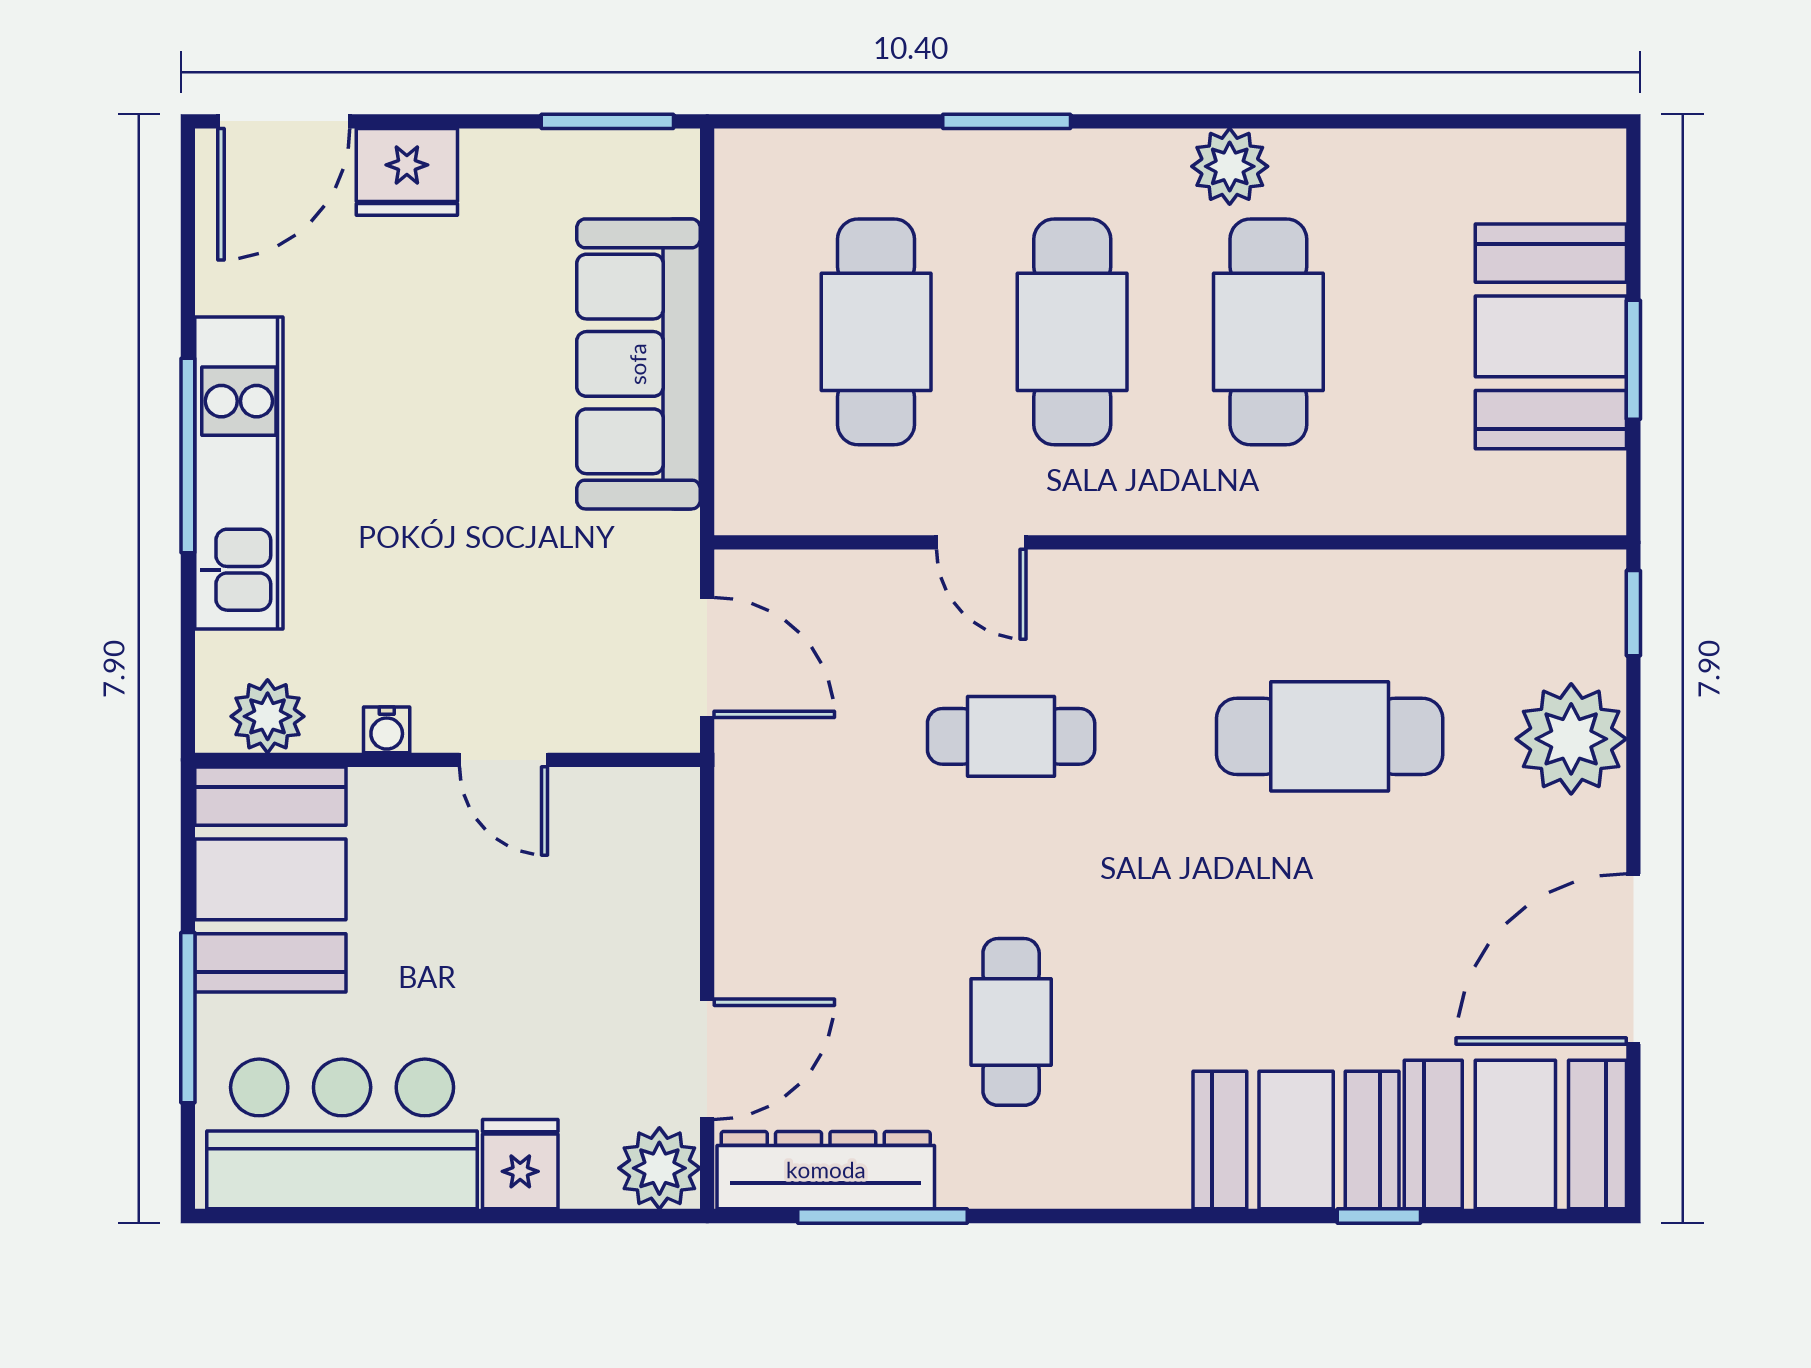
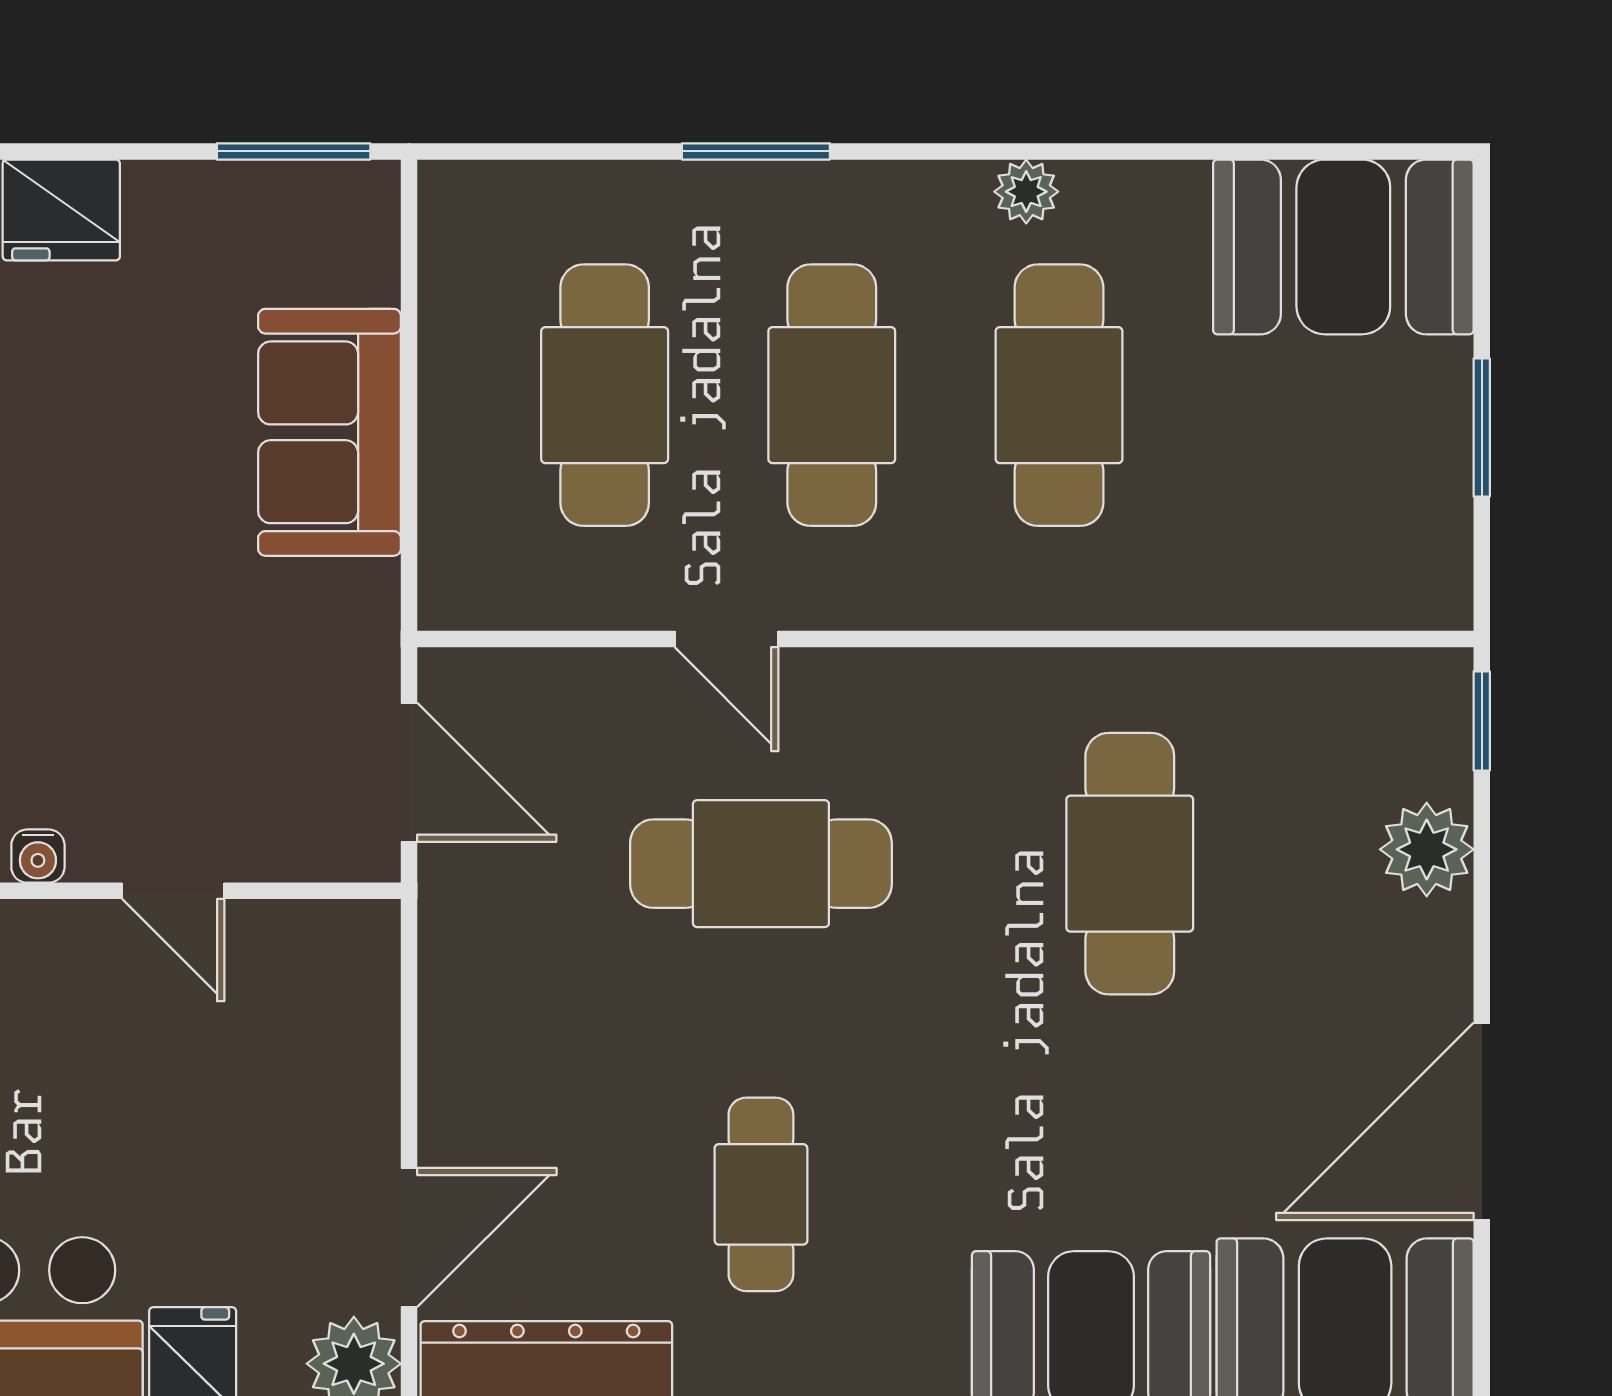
plant: (1230, 166) -> (1026, 192), width x0.73, depth x0.73
booth: (1551, 336) -> (1343, 247), moved, turned 90
sofa: (638, 364) -> (330, 432), width x0.73
cafe table: (1011, 736) -> (761, 864), width x1.37, depth x1.35
cafe table: (1330, 736) -> (1130, 864), turned 90
plant: (1571, 739) -> (1427, 849), width x0.73, depth x0.73

